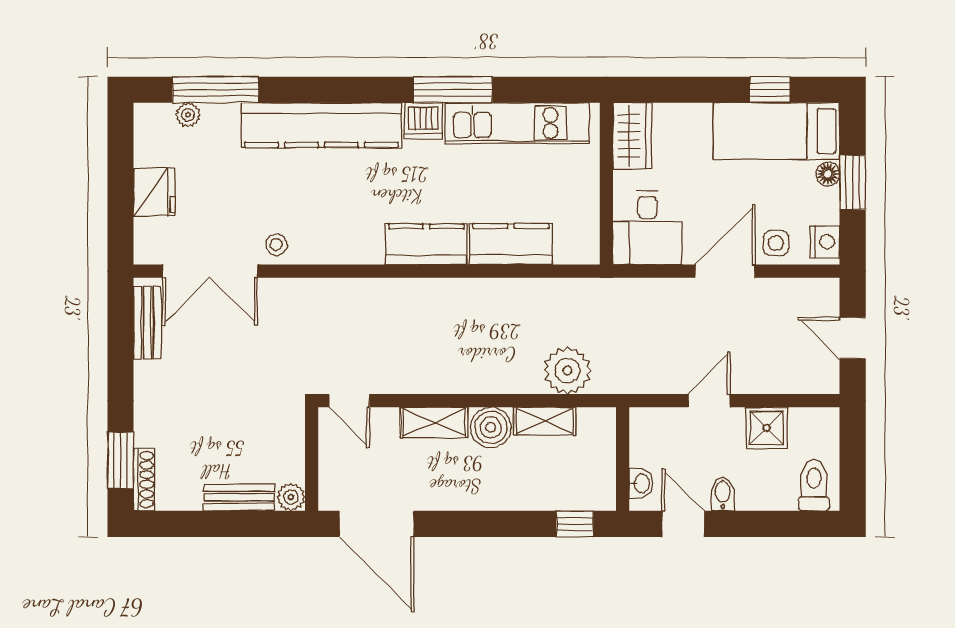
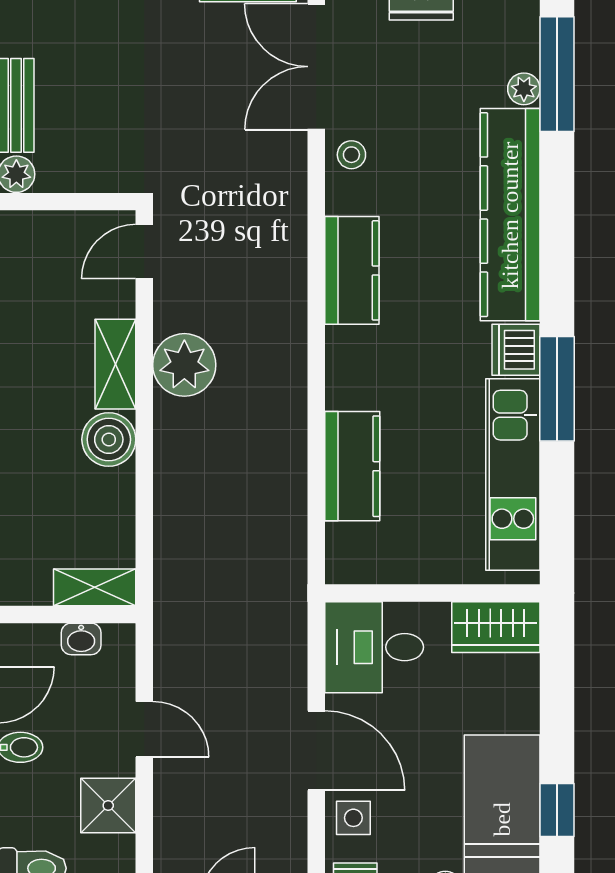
plant: (188, 115) -> (524, 89), moved
kitchen counter: (426, 244) -> (352, 270), moved
plant: (567, 371) -> (184, 365), moved
shelving: (545, 421) -> (95, 587), moved, turned 90
washbasin: (641, 483) -> (81, 639), moved

